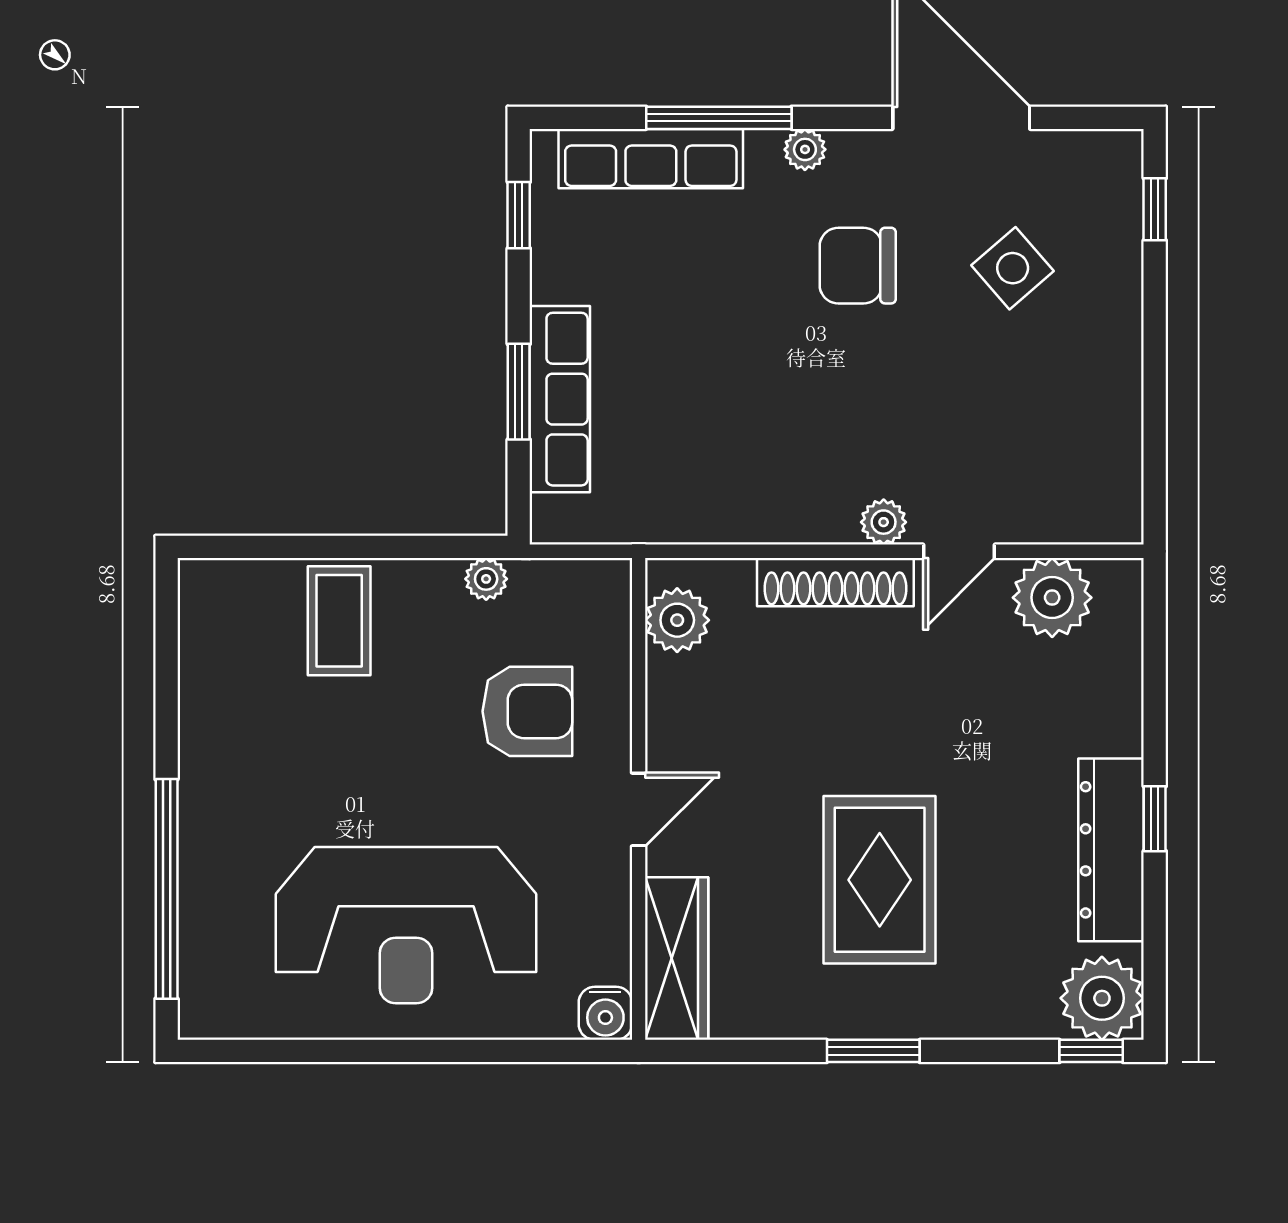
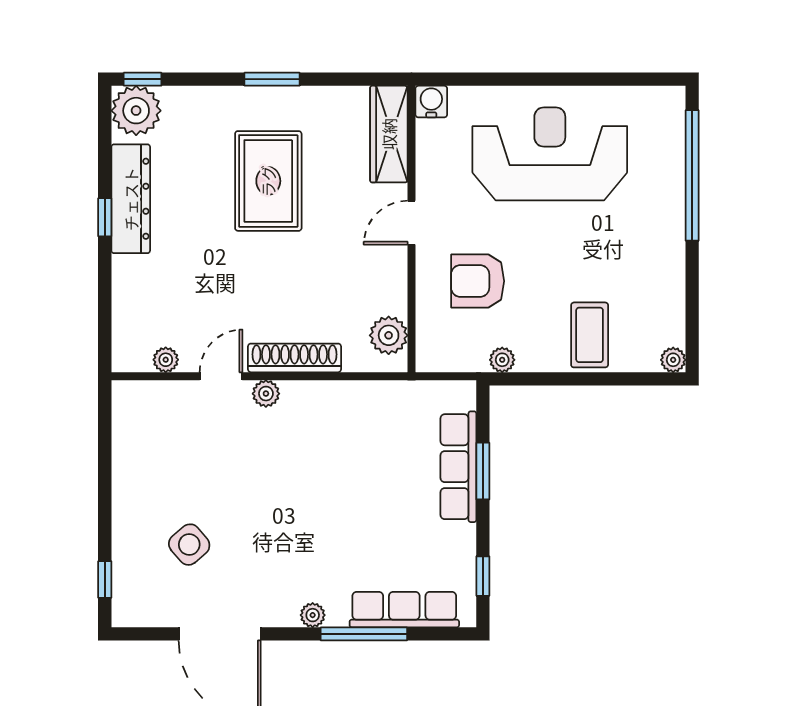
chair: (858, 266) -> (281, 546), removed
plant: (198, 579) -> (673, 360), added
plant: (1052, 598) -> (166, 360), width x0.53, depth x0.53

